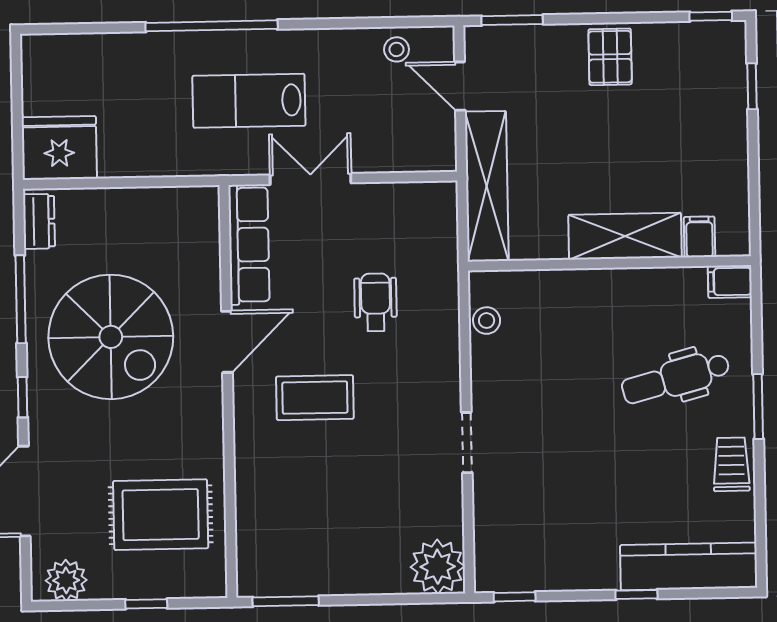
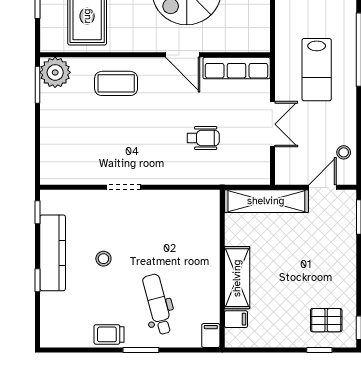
pallet: (610, 57) -> (326, 320), moved
lab bench: (249, 101) -> (317, 70), turned 180
double door: (311, 179) -> (272, 124), moved
stool: (487, 321) -> (103, 259), moved
coffee table: (315, 398) -> (116, 83), moved, turned 90
trolley: (731, 464) -> (109, 334), turned 180
kitchen counter: (689, 566) -> (53, 253), moved
plant: (438, 567) -> (55, 72), moved

